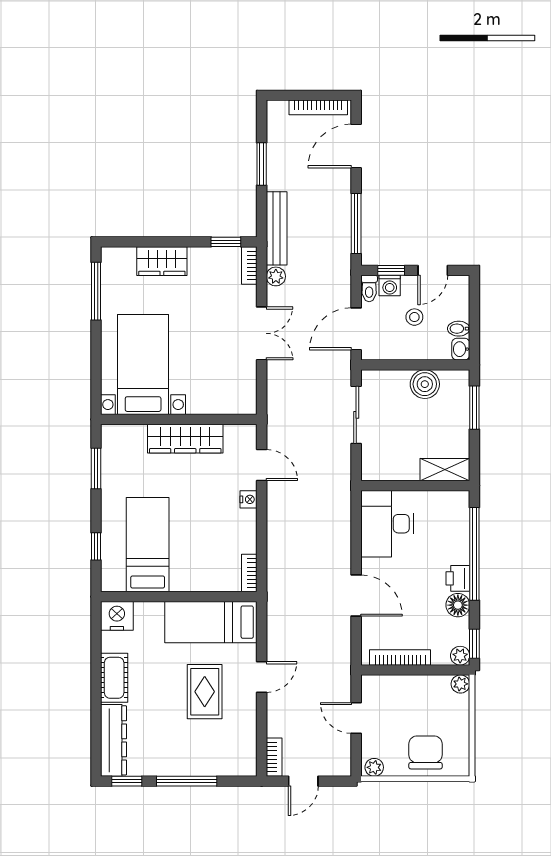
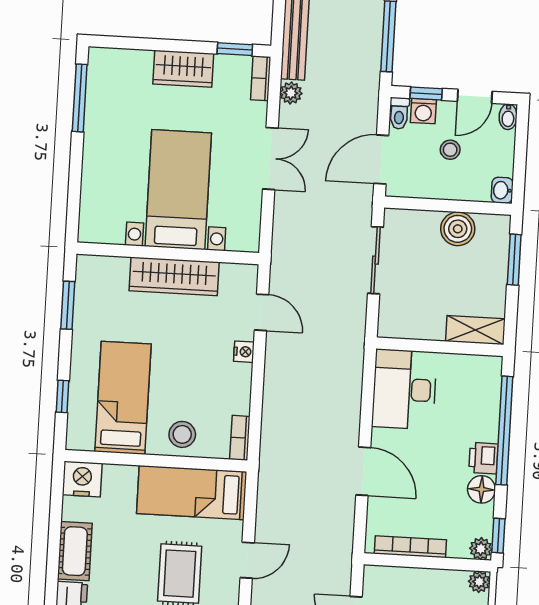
wardrobe: (162, 261) -> (183, 69), moved
bidet: (459, 329) -> (508, 117), moved, turned -90
bed with nightstands: (143, 364) -> (178, 190), moved
stool: (200, 573) -> (182, 434), added

